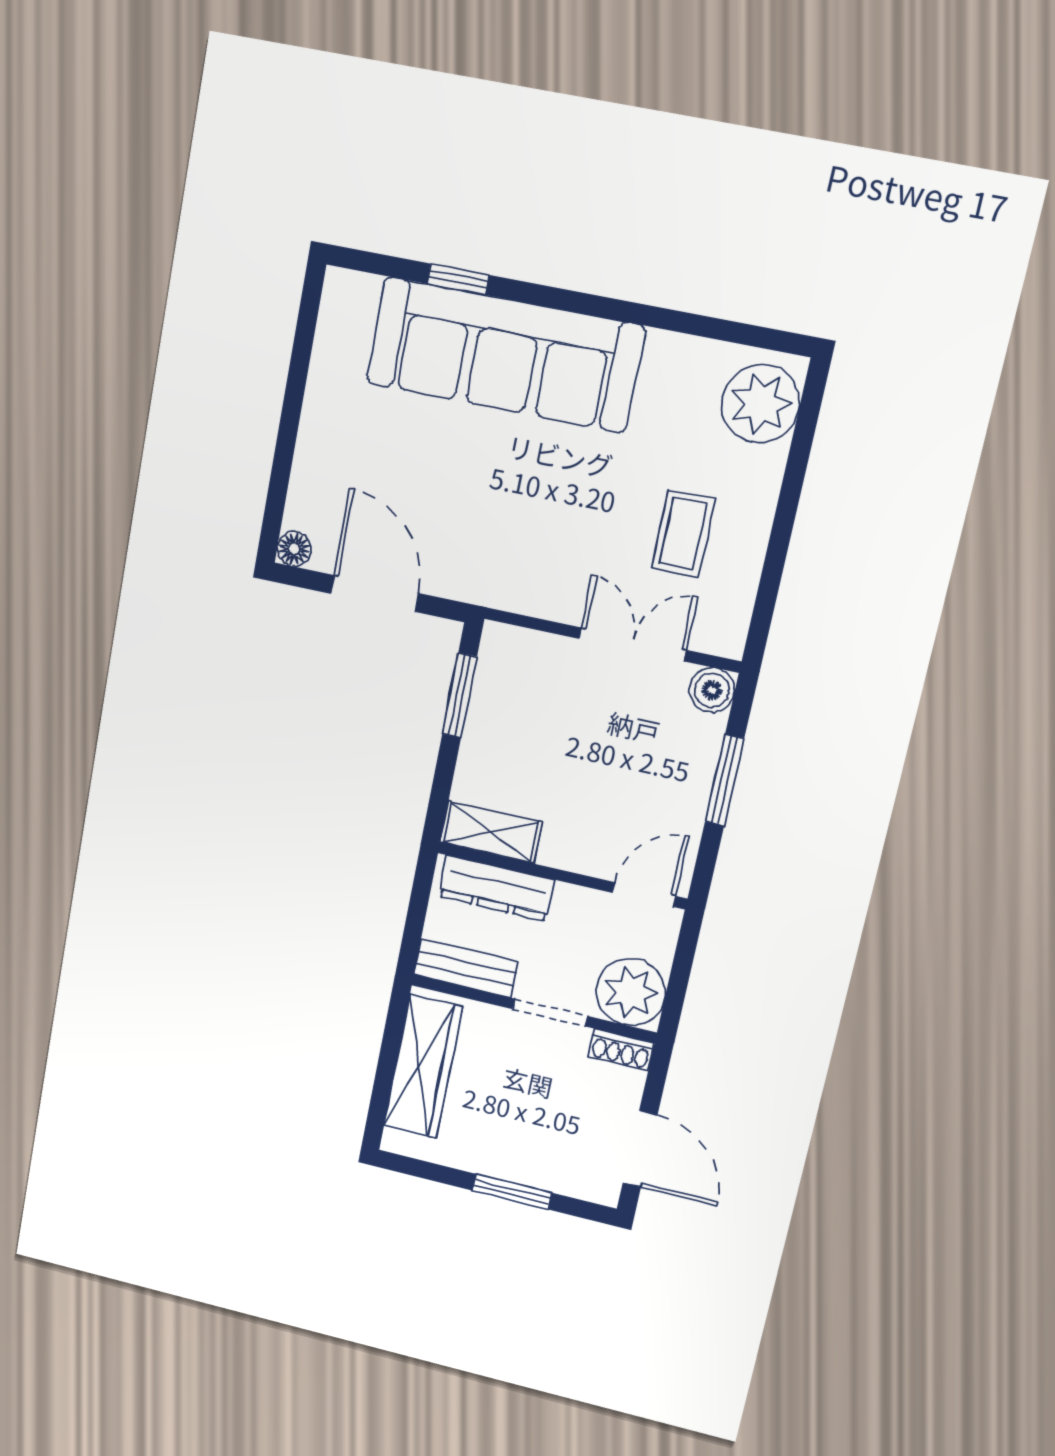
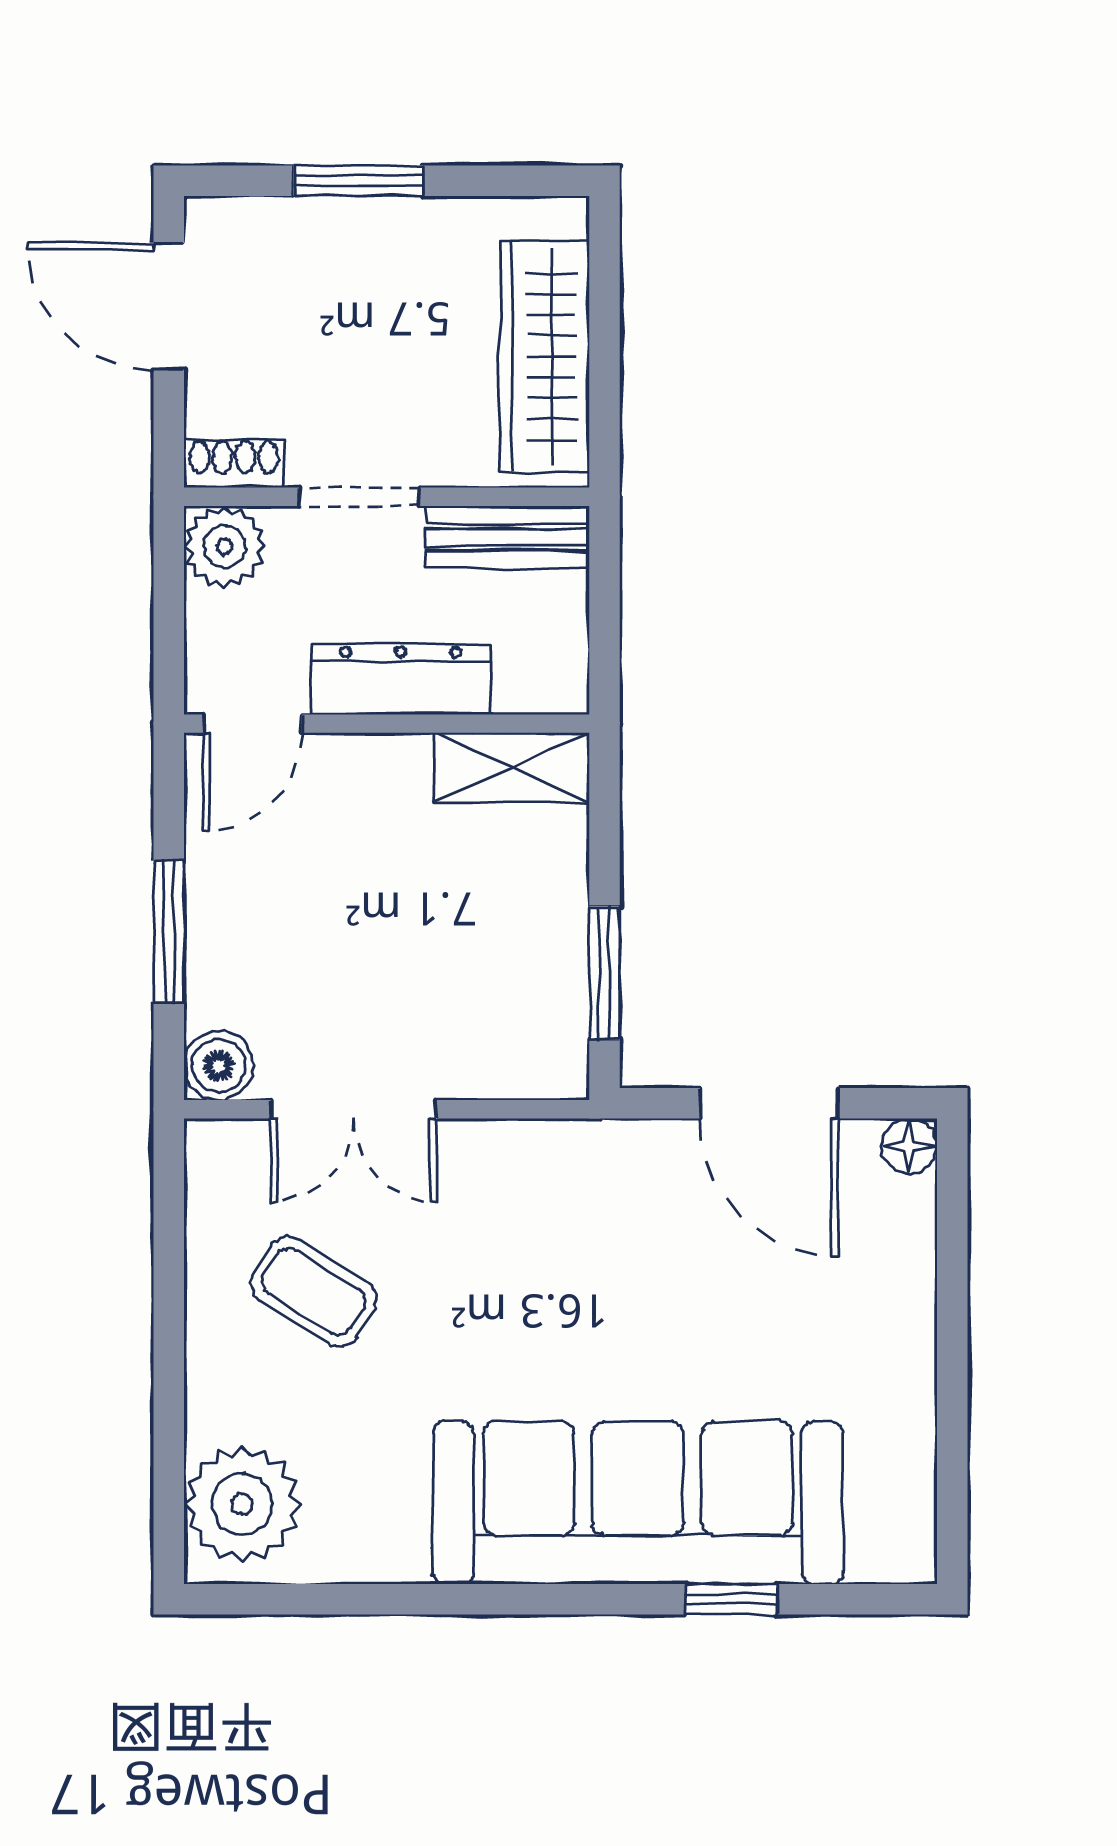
coffee table: (683, 534) -> (314, 1292), turned -58
dresser: (496, 888) -> (401, 679), moved
plant: (631, 992) -> (225, 546), width x0.73, depth x0.73

